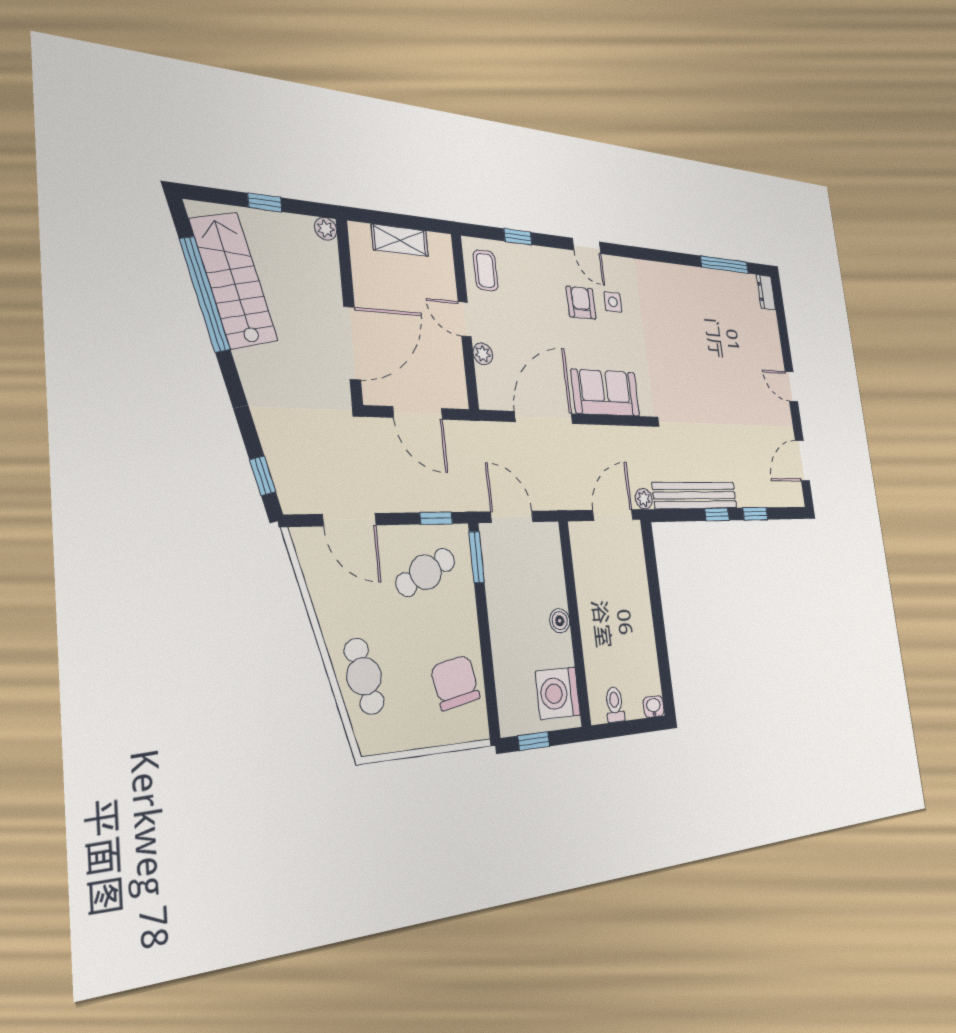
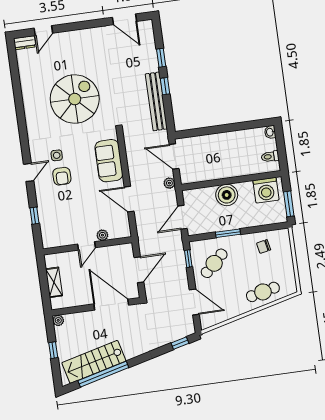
window: (725, 265) -> (15, 75), removed
coffee table: (486, 270) -> (58, 234), removed
armchair: (581, 303) -> (62, 176), turned -90
spiral stairs: (695, 354) -> (75, 99), added
door: (791, 387) -> (43, 31), moved
door: (544, 418) -> (129, 199), width x0.73
plant: (644, 499) -> (169, 183), moved
door: (350, 520) -> (194, 302), hinge flipped
window: (477, 557) -> (228, 233), moved
cafe table: (426, 572) -> (214, 263), turned 74
boiler: (560, 621) -> (227, 195), width x1.86, depth x1.86
chair: (455, 683) -> (264, 247), width x0.54, depth x0.54
window: (534, 741) -> (289, 204), width x1.50

